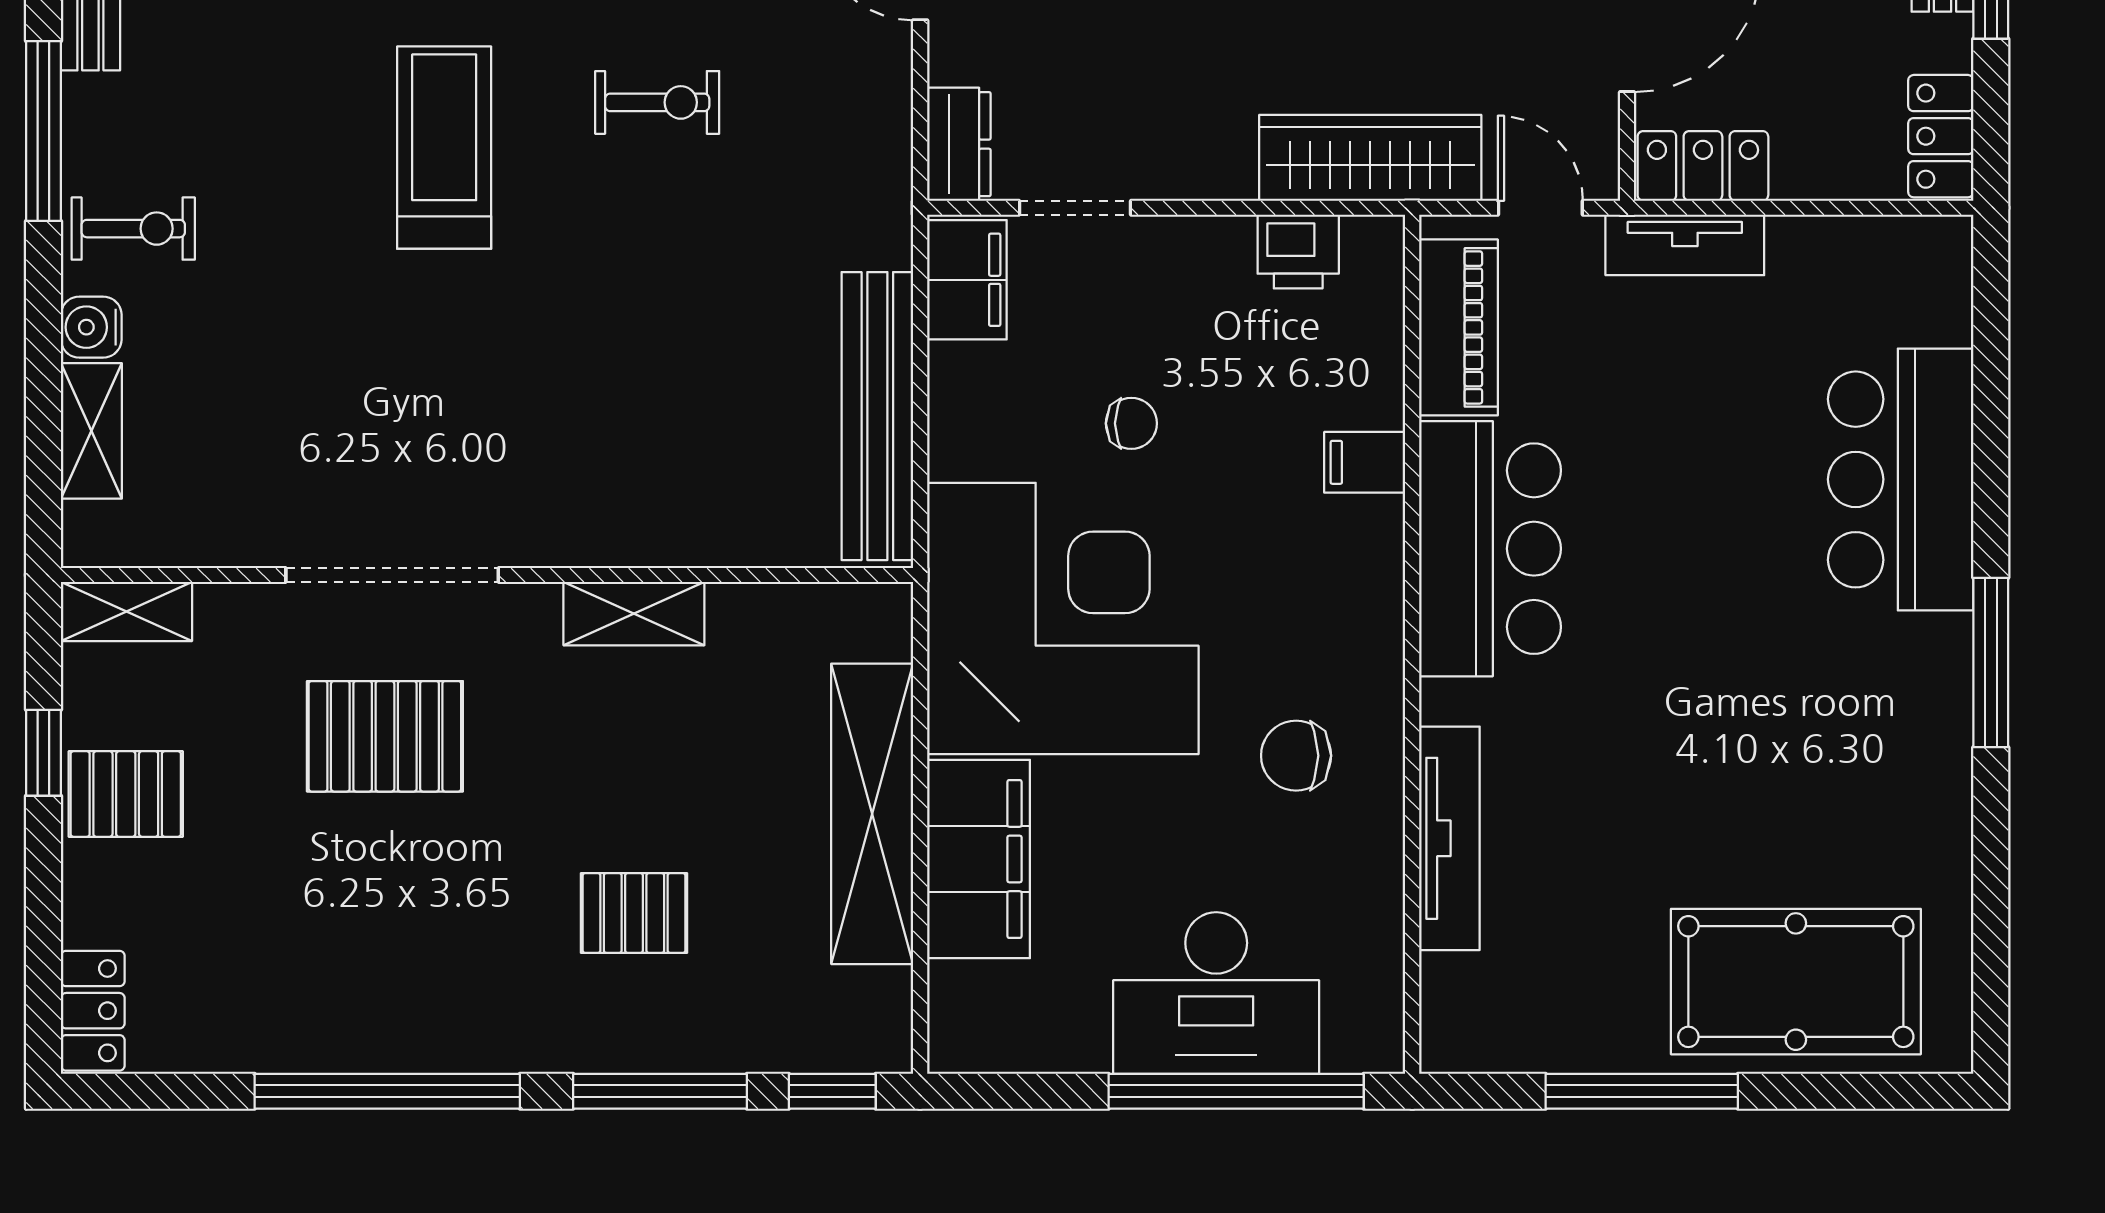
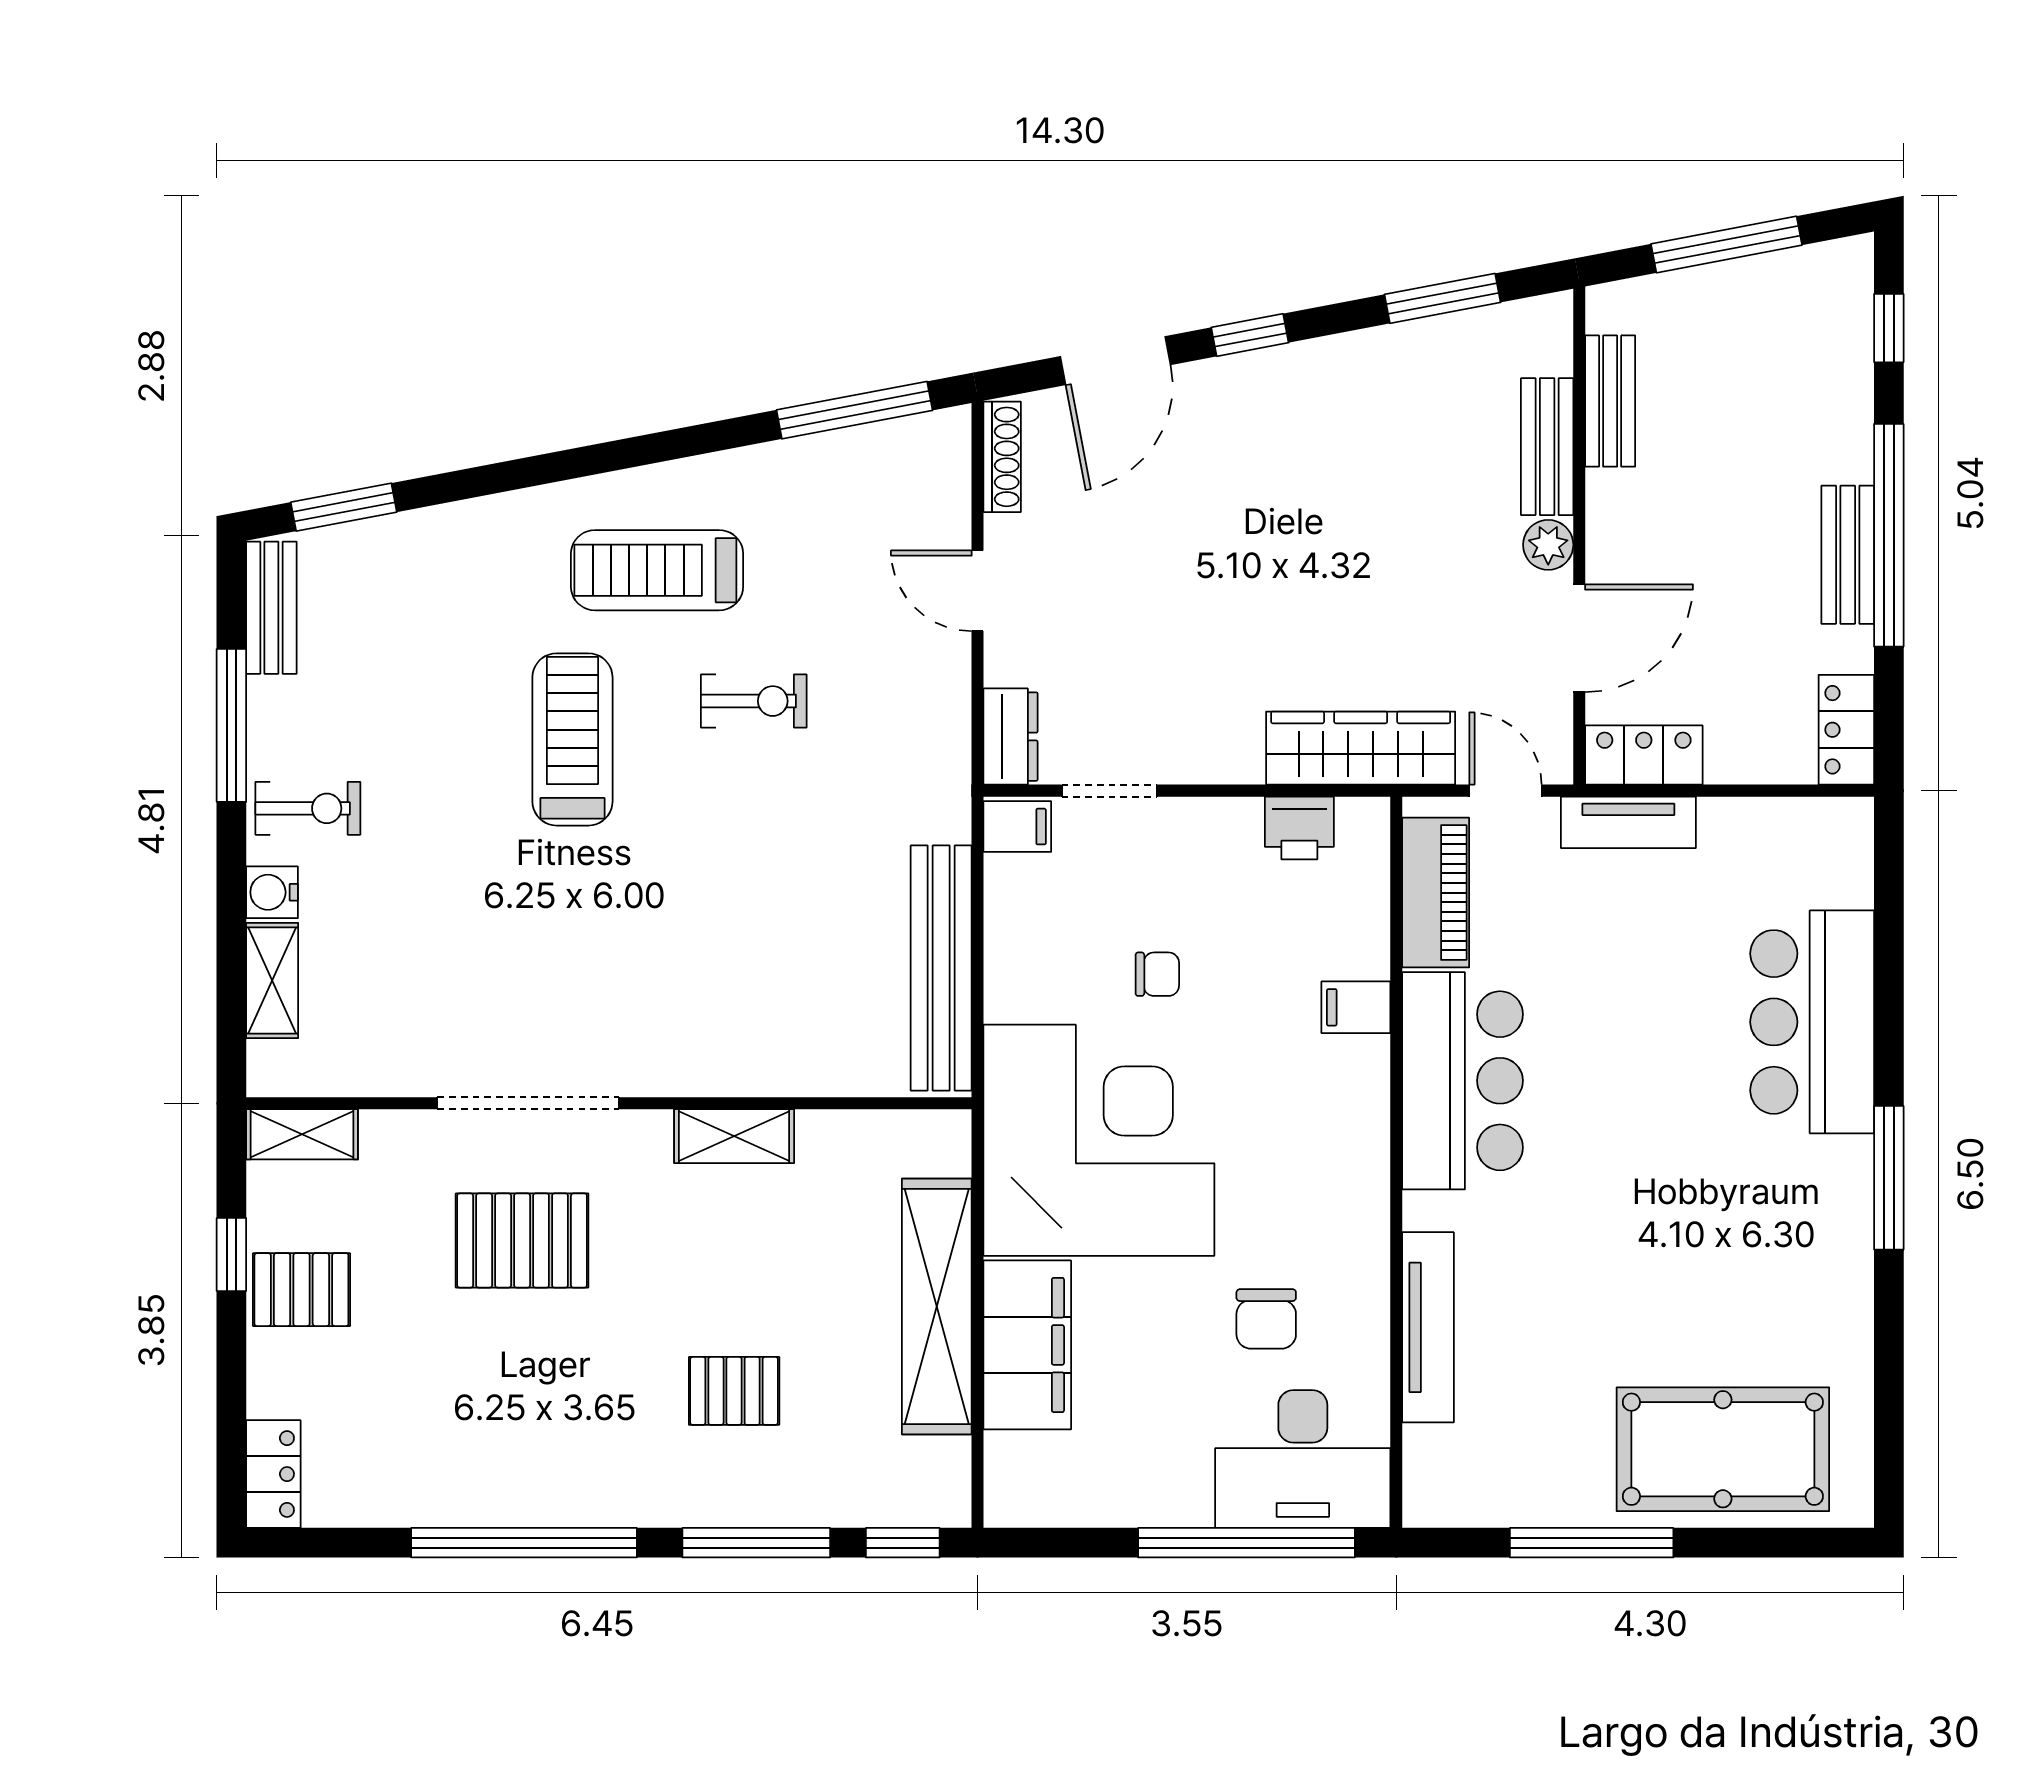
filing cabinet: (967, 280) -> (1017, 827), width x0.50
chair: (1296, 756) -> (1266, 1319), moved, turned -90
desk: (1216, 993) -> (1303, 1459), moved

